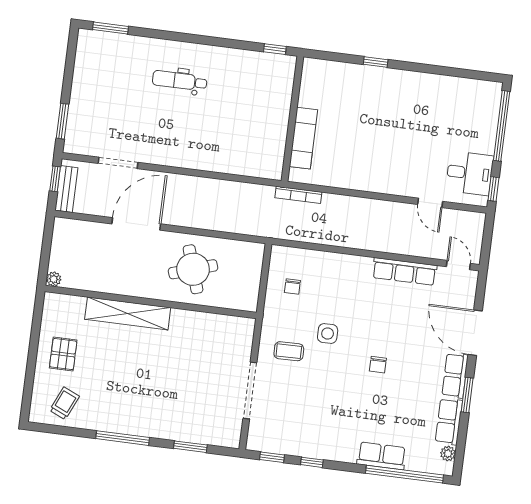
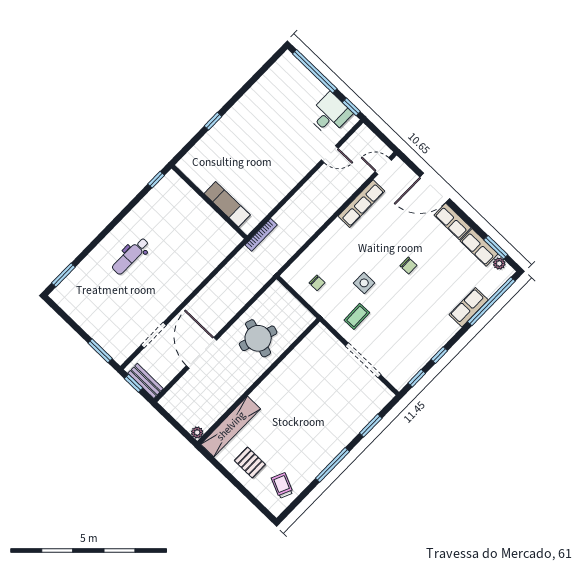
round table: (193, 269) -> (258, 338), turned 36
shelving: (128, 313) -> (231, 426), moved
window: (467, 395) -> (496, 247), moved

